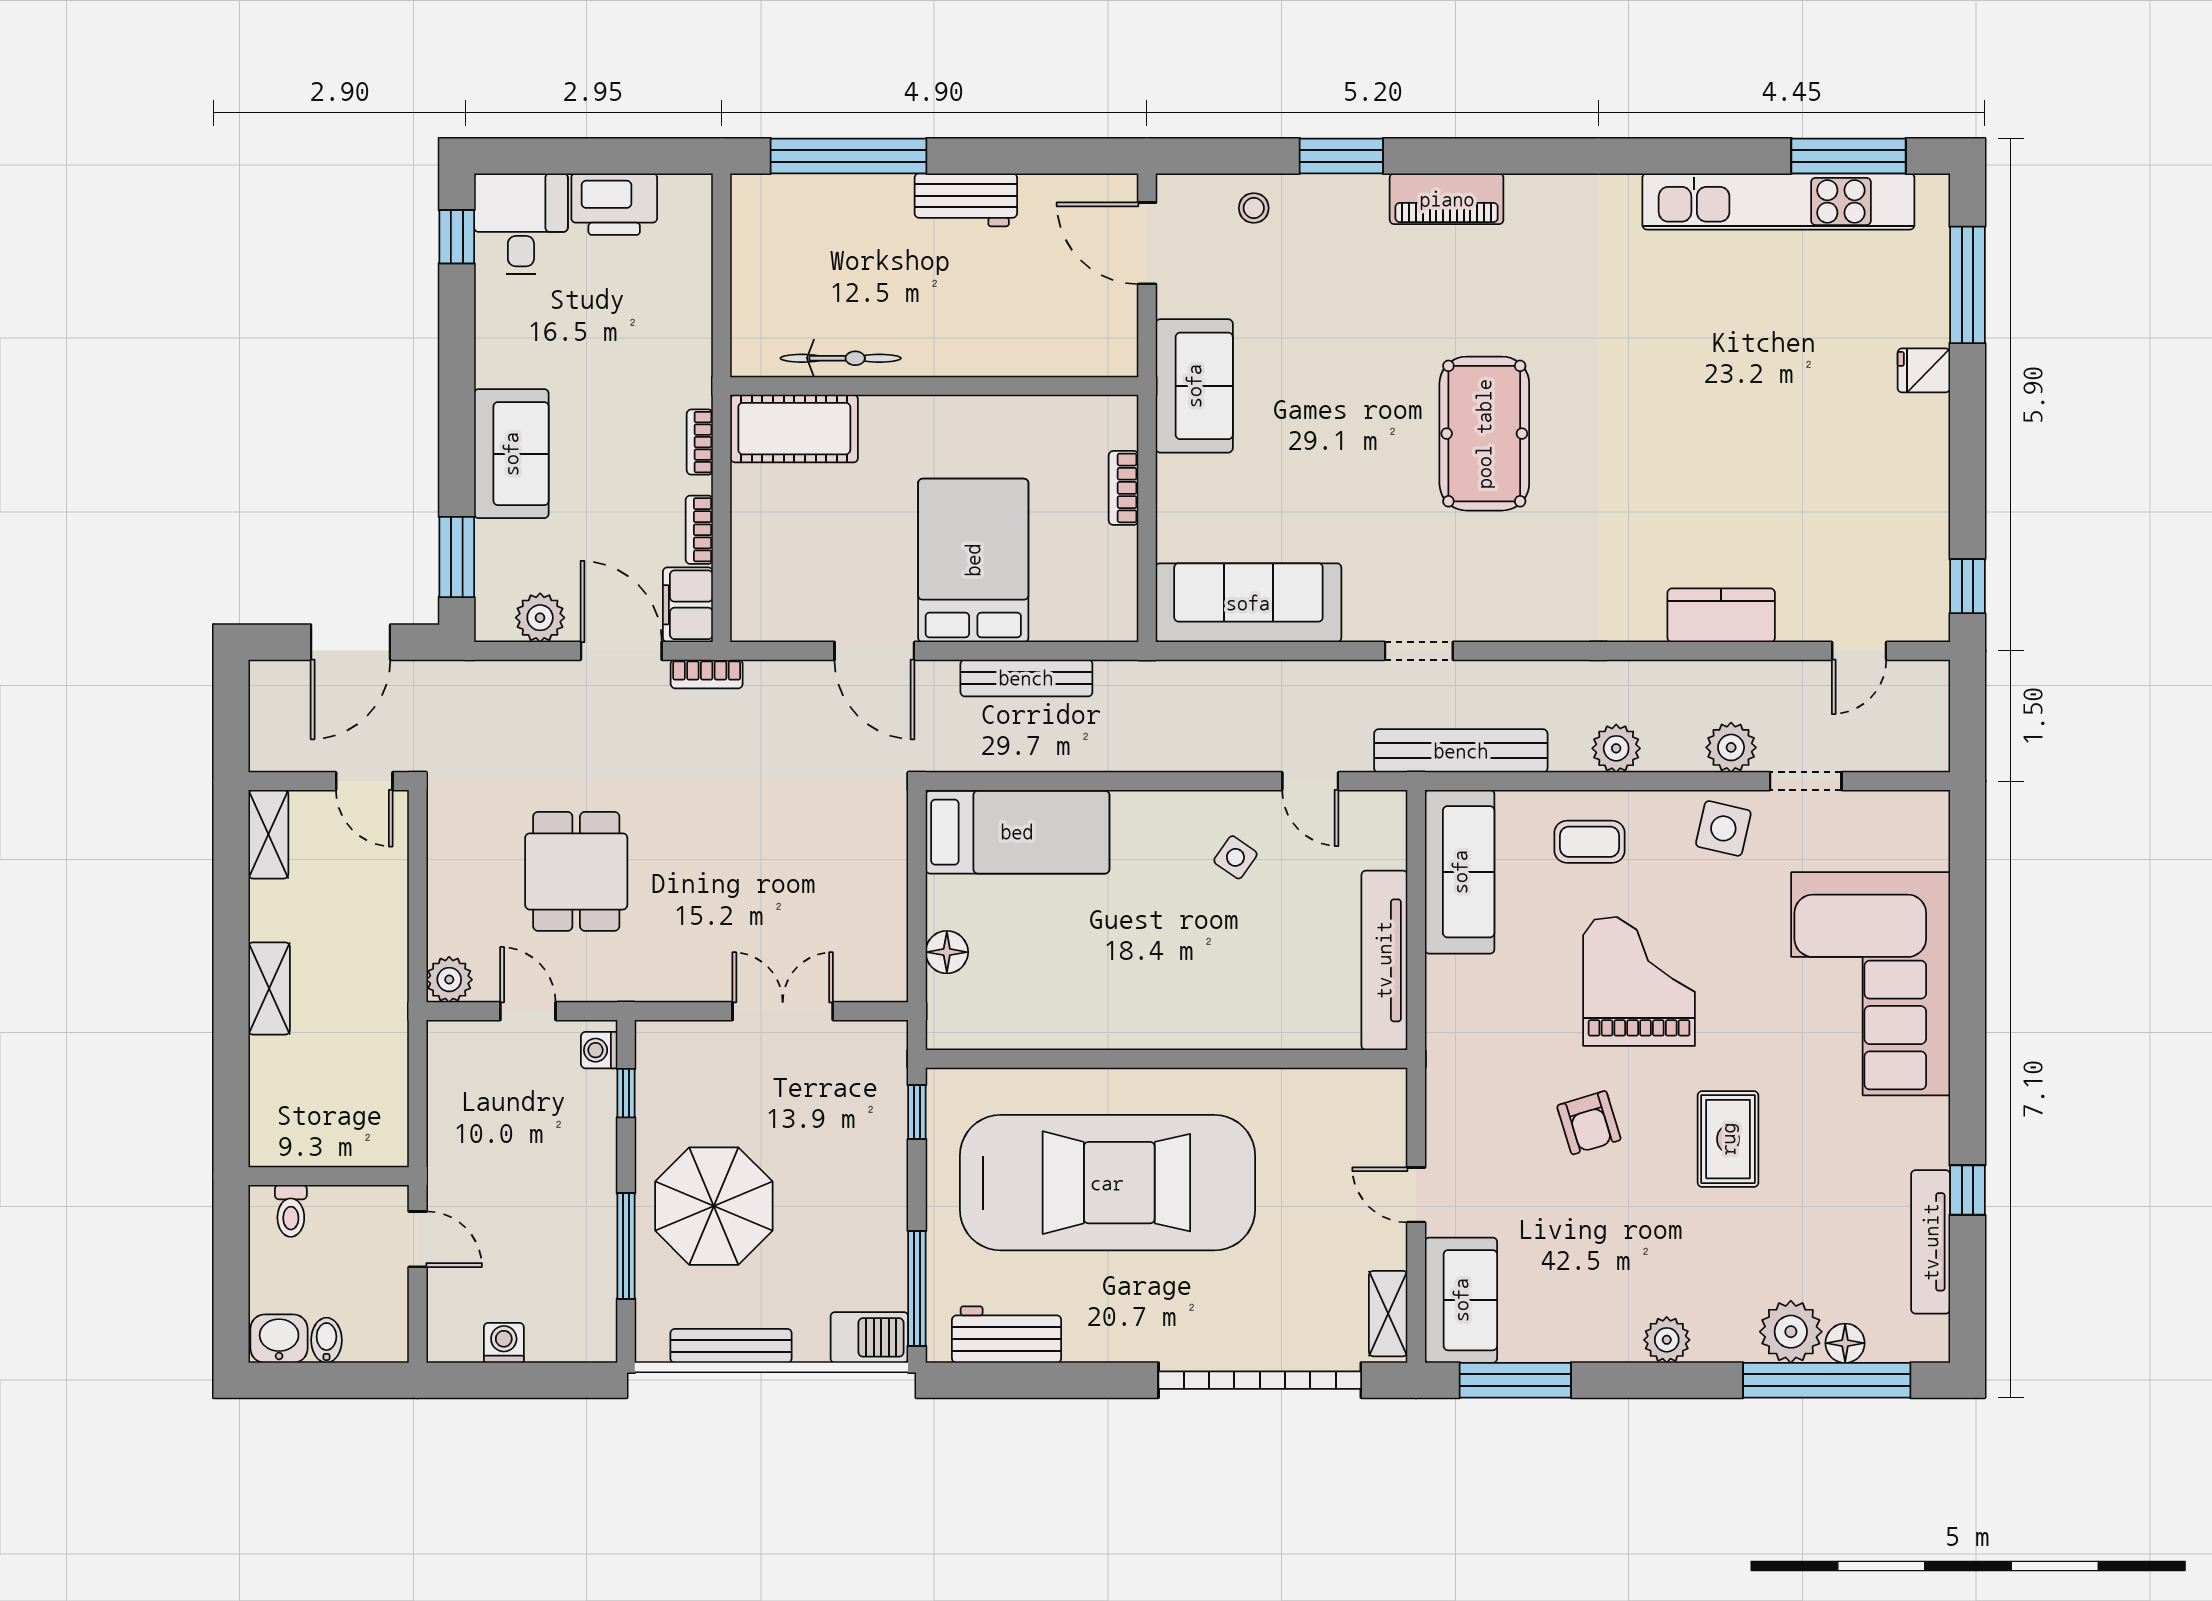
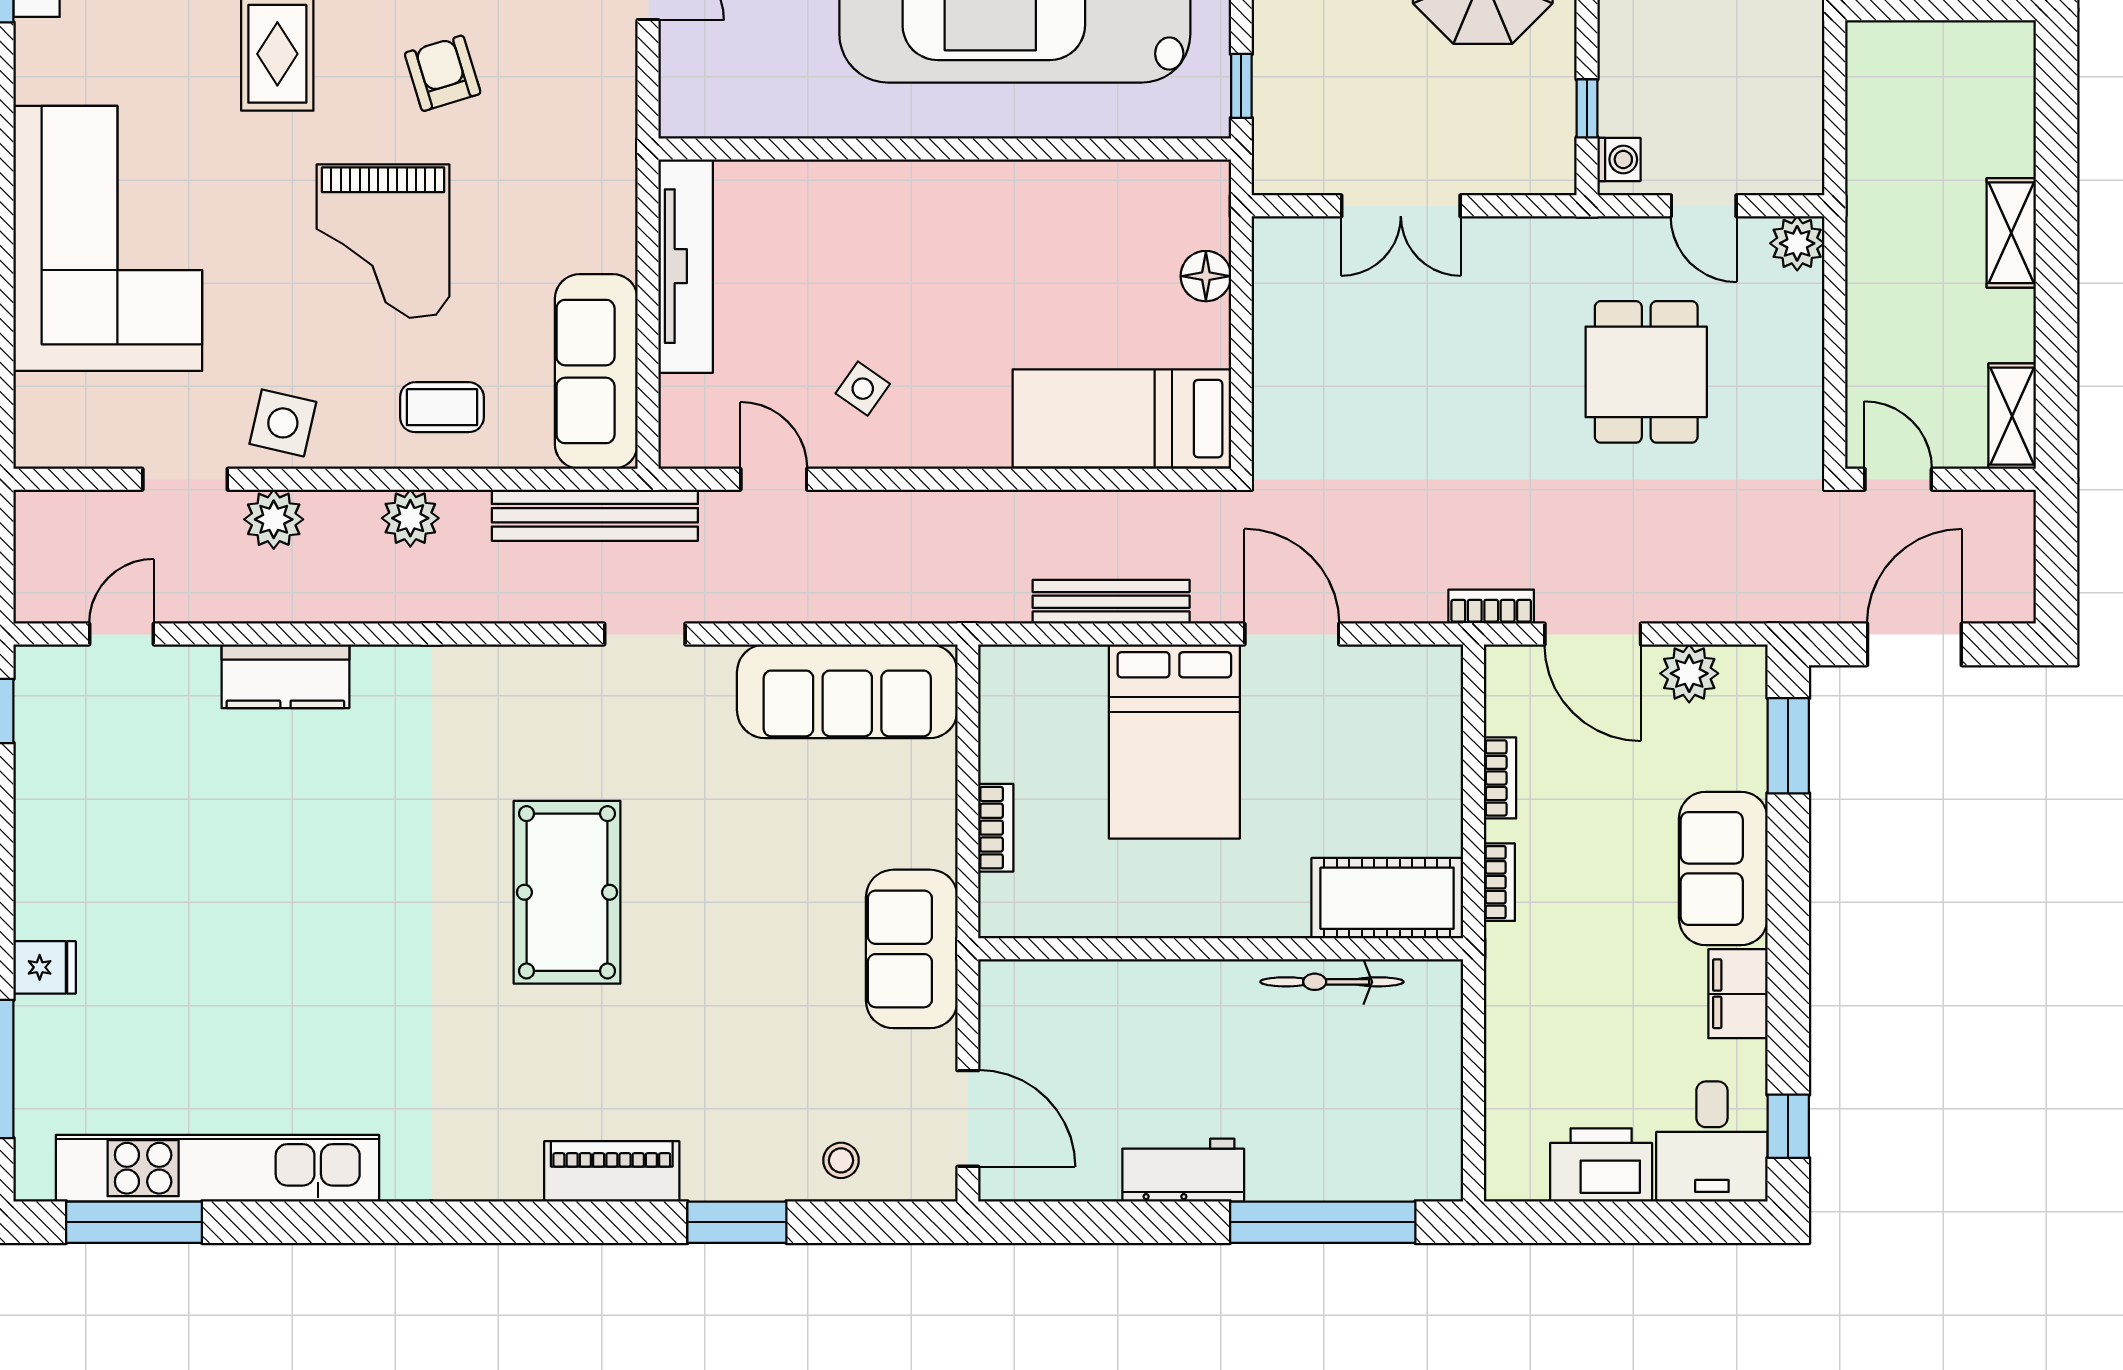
filing cabinet: (688, 605) -> (1738, 994), moved, turned 180

